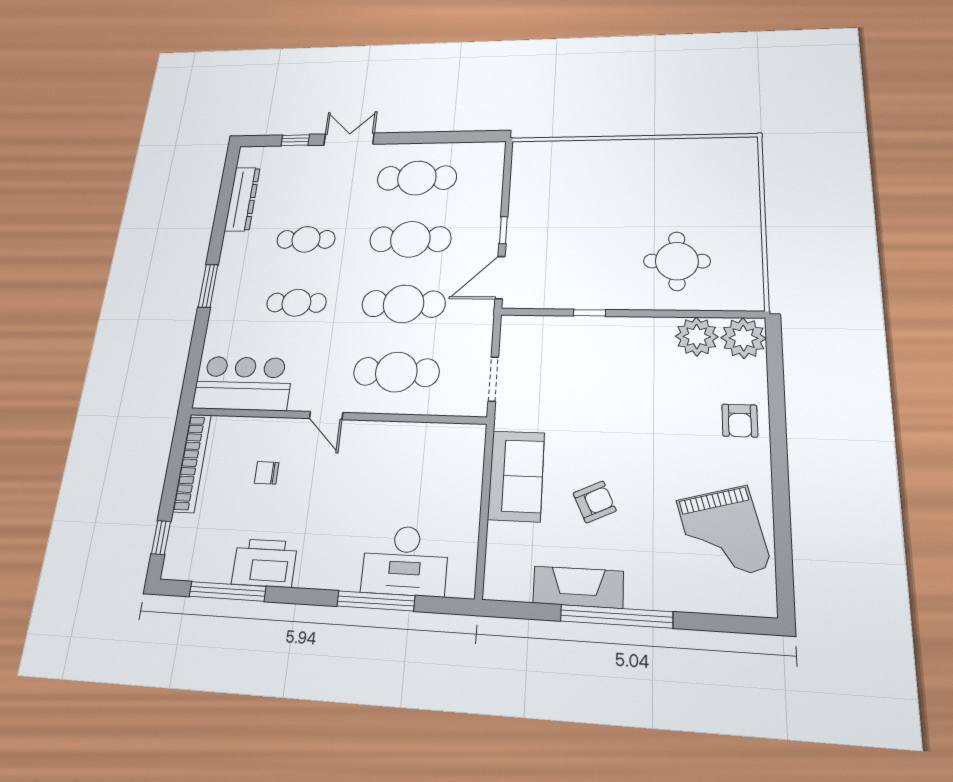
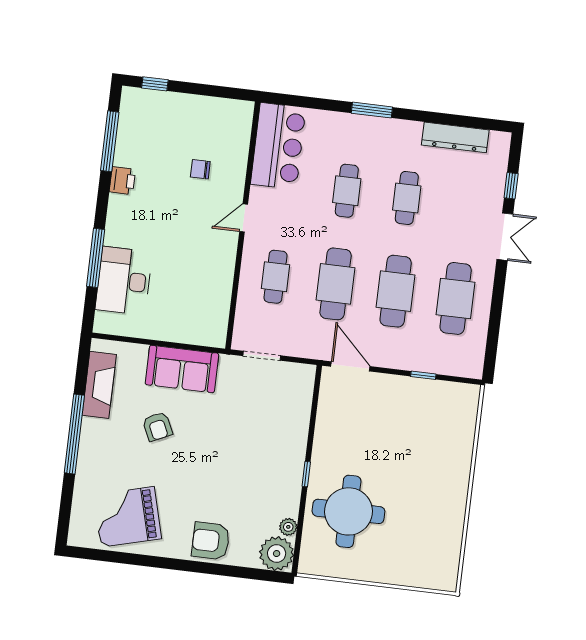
window: (503, 230) -> (423, 375), moved
round table: (677, 261) -> (348, 511), width x1.36, depth x1.36
window: (590, 313) -> (306, 474), moved
plant: (697, 337) -> (288, 527), width x0.53, depth x0.53
cafe table: (396, 372) -> (276, 277), width x0.73, depth x0.74
armchair: (740, 421) -> (211, 541), width x1.38, depth x1.38
bookcase: (192, 463) -> (214, 106), removed
chair: (267, 473) -> (200, 169), turned -90
printer: (264, 563) -> (122, 181), width x0.53, depth x0.68
fireplace: (578, 587) -> (99, 385), moved

